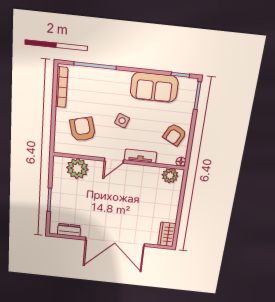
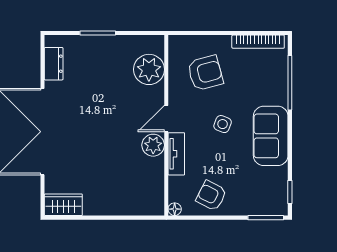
sofa: (154, 87) -> (271, 136), moved
door: (114, 160) -> (166, 118), hinge flipped
plant: (170, 176) -> (153, 145), moved

